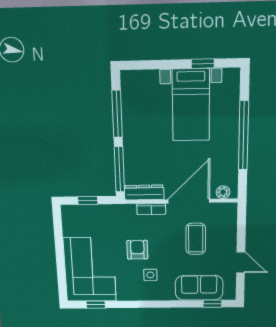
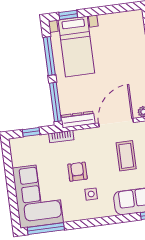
window: (203, 64) -> (68, 15), moved
bed with nightstands: (191, 105) -> (76, 47), moved
bookcase: (151, 209) -> (61, 137), moved
window: (96, 305) -> (46, 229), width x2.17

